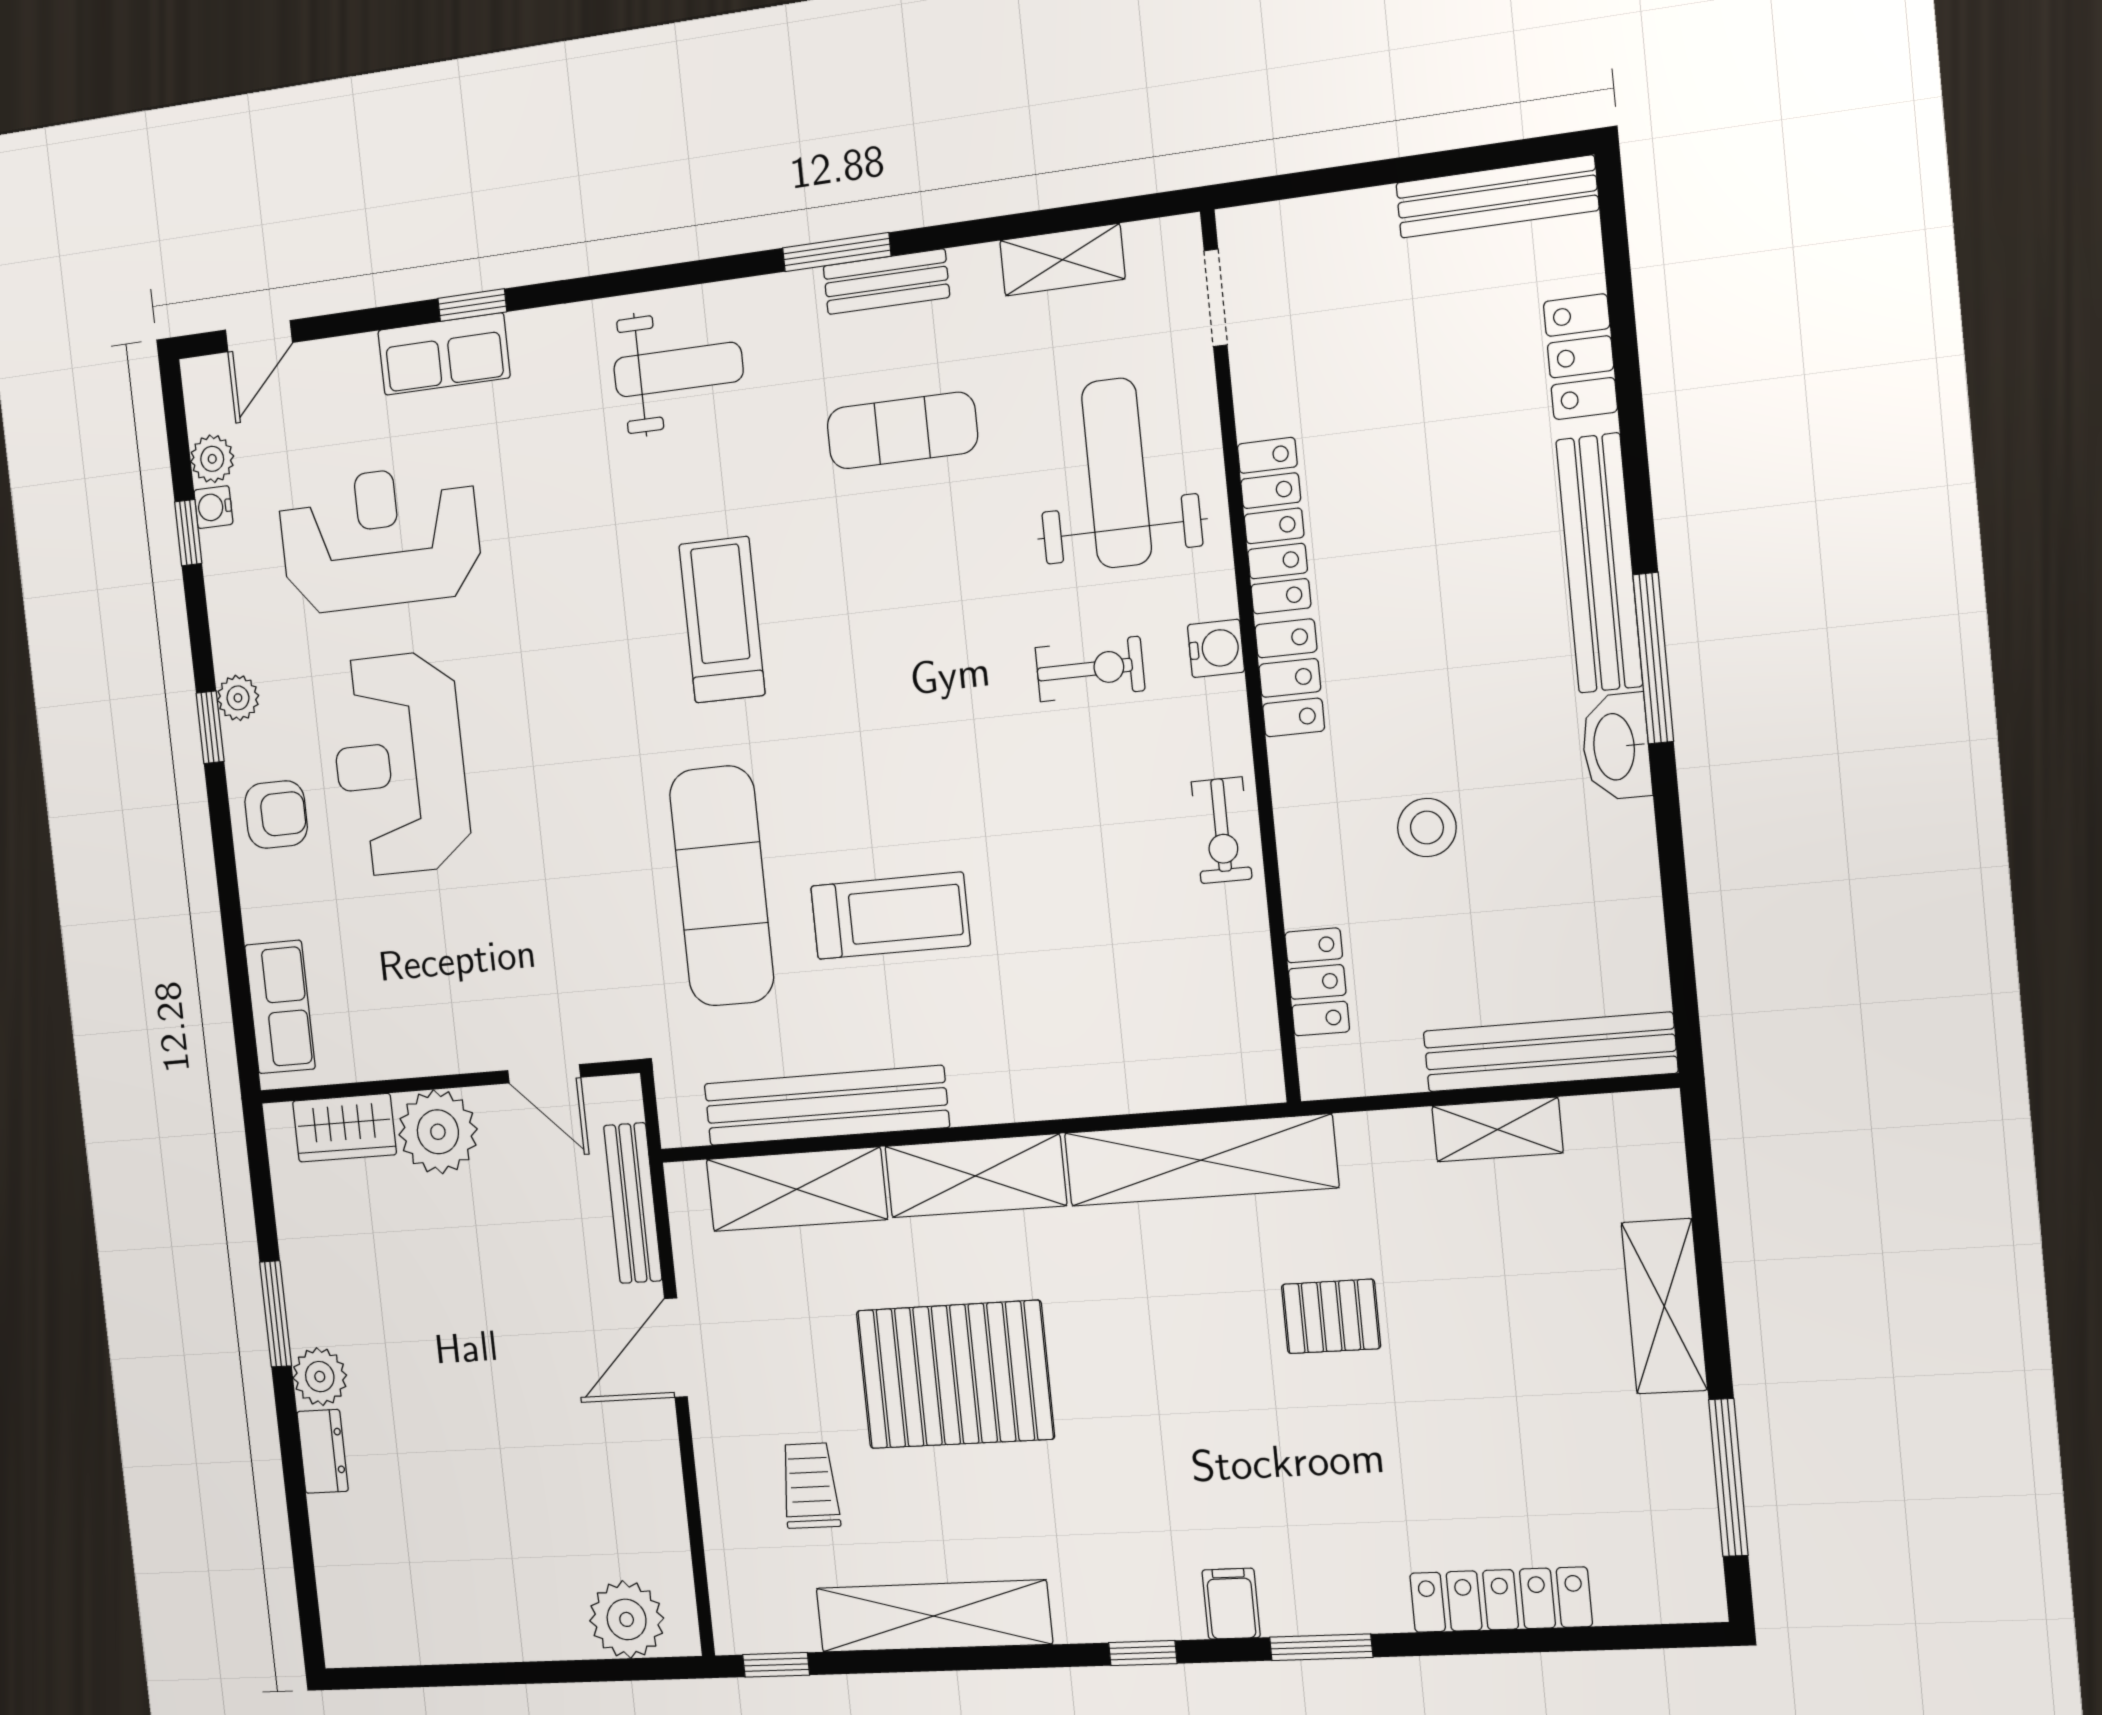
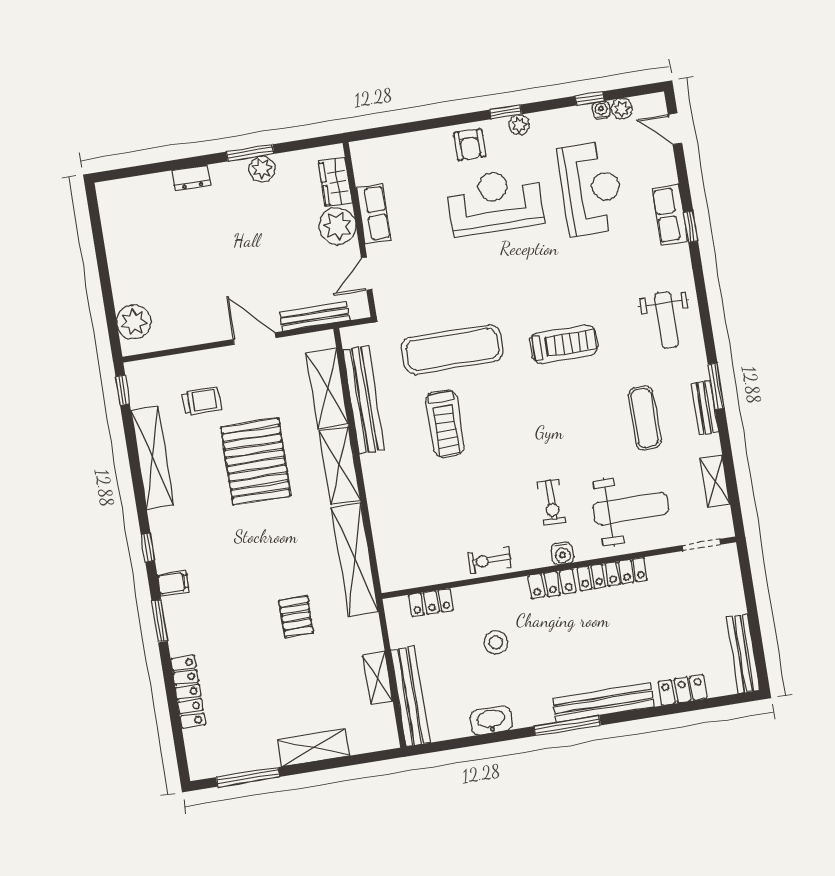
washbasin: (1616, 747) -> (491, 720), moved
row of seats: (280, 1007) -> (374, 214), moved, turned -90
plant: (320, 1377) -> (262, 169), moved

